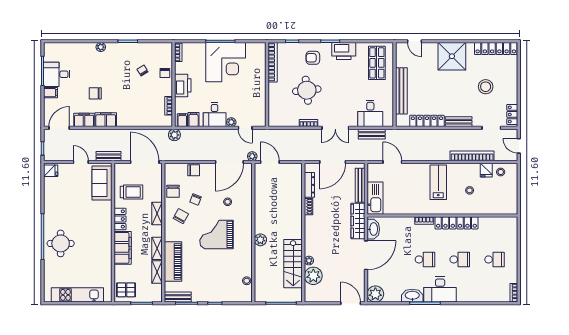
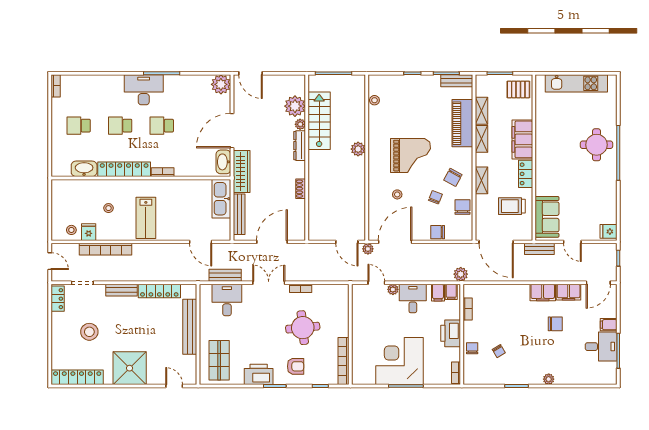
dresser: (309, 185) -> (300, 146), moved
washbasin: (412, 296) -> (84, 169), moved, turned 180

